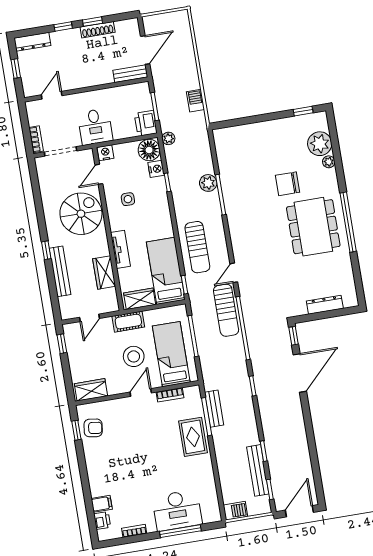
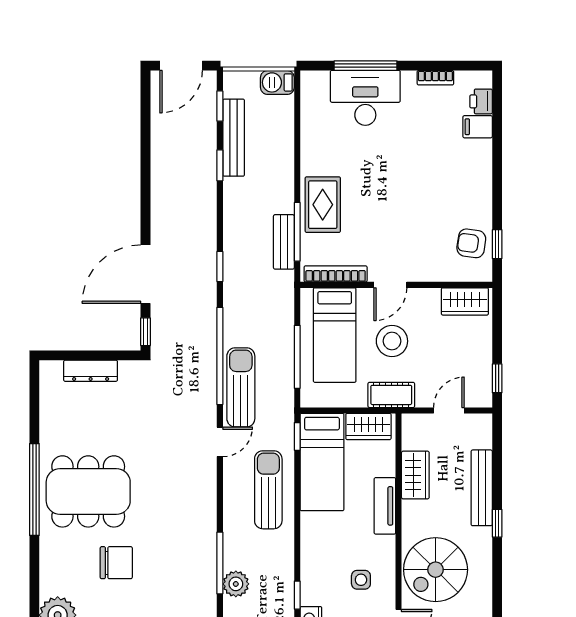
plant: (329, 162) -> (49, 585), removed
dining table: (313, 227) -> (88, 491), turned 90
bookcase: (170, 395) -> (336, 274), width x1.56

